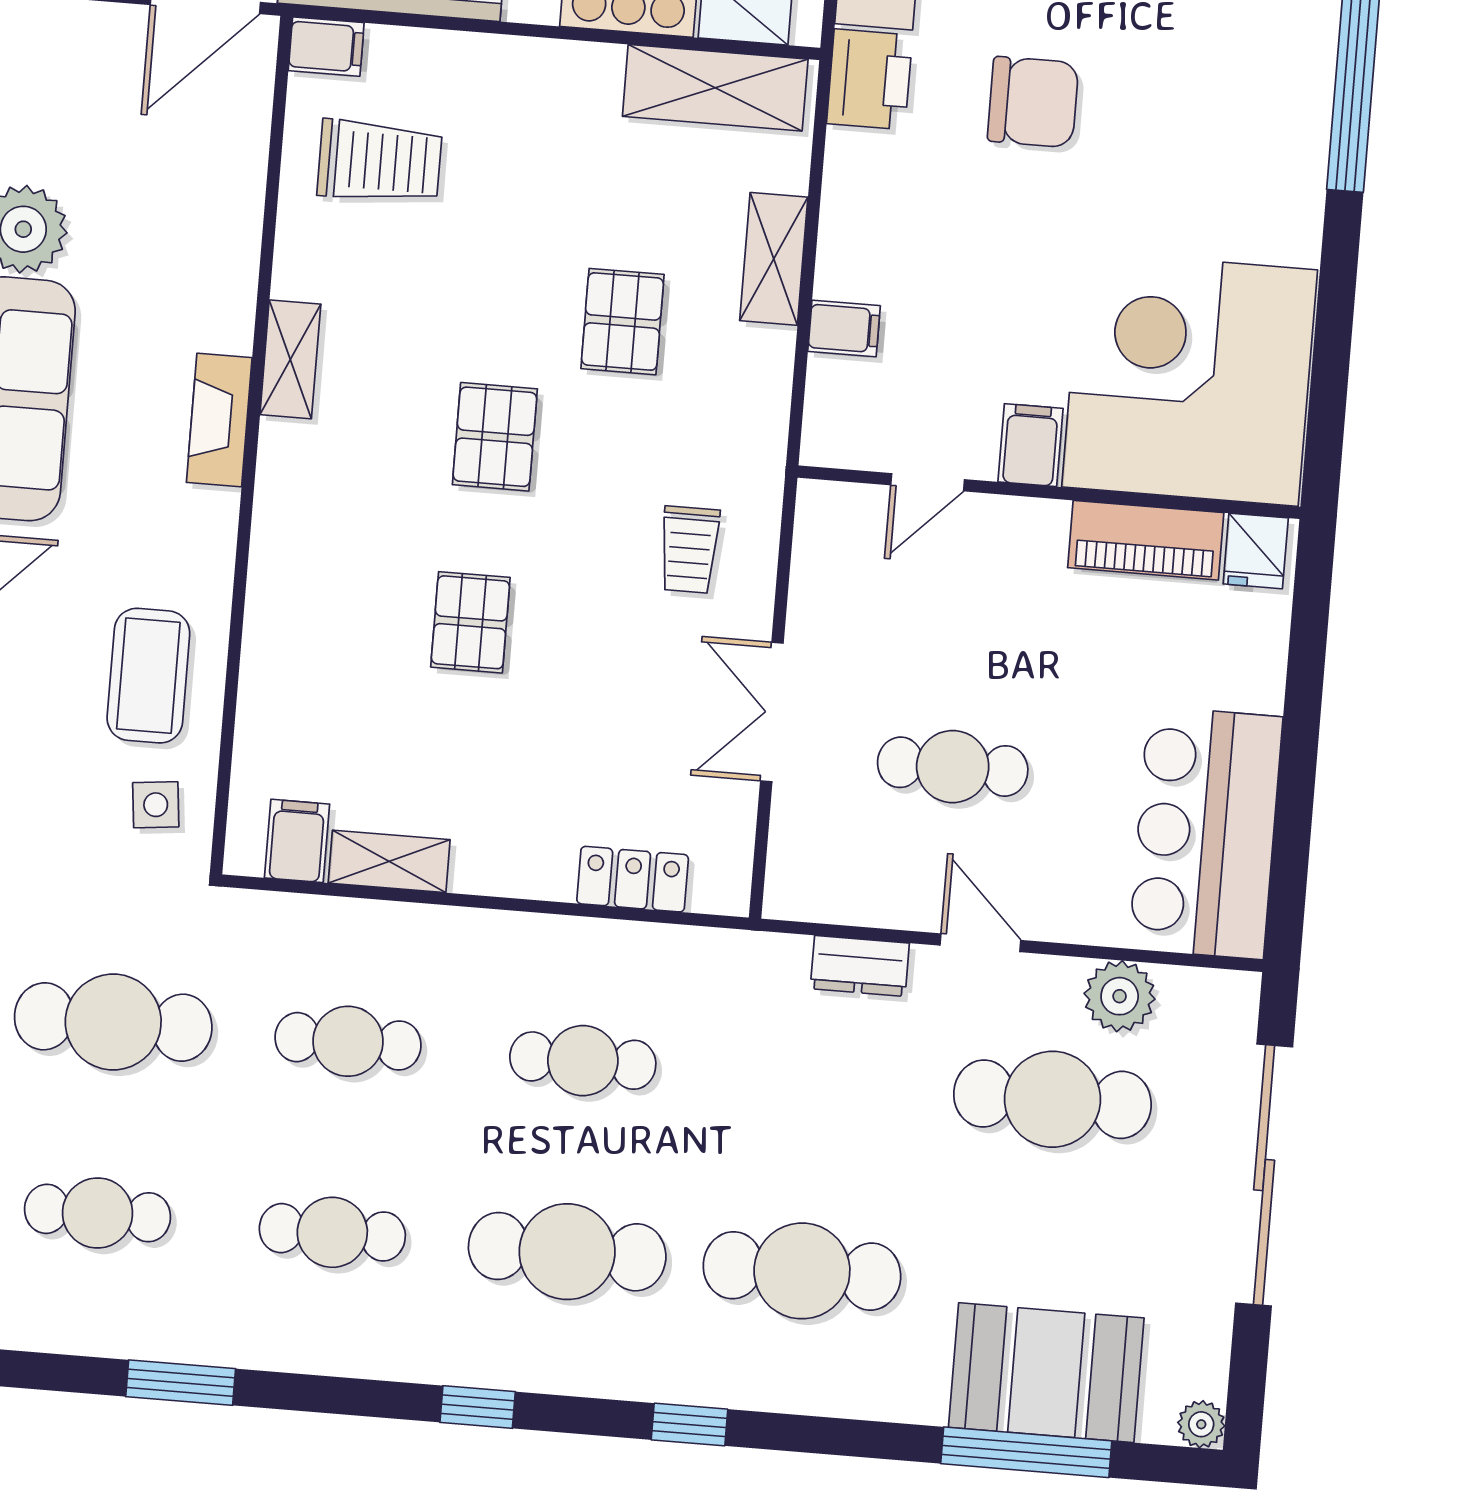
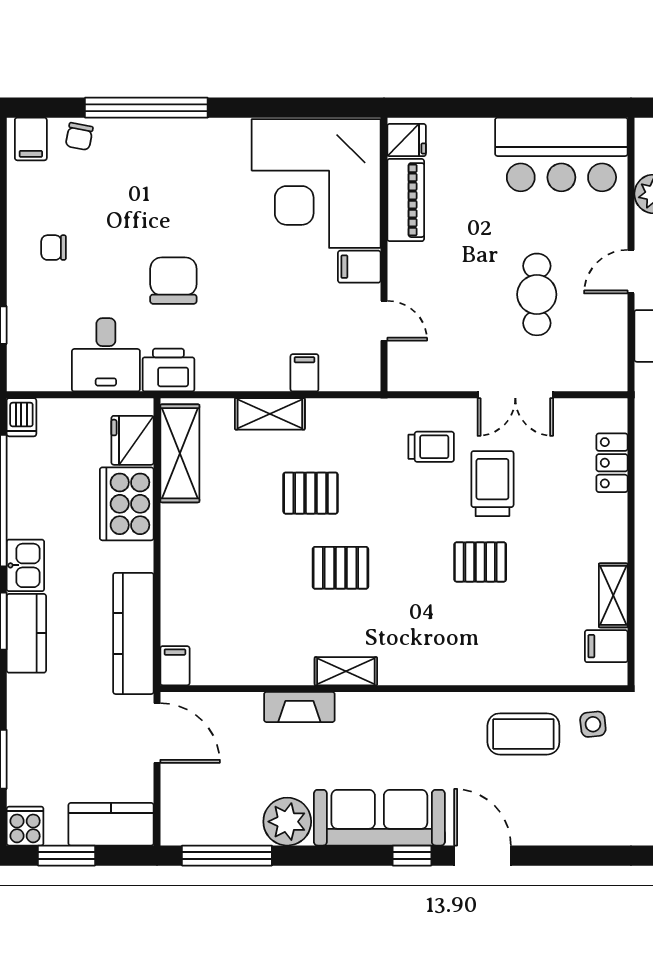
trolley: (380, 162) -> (492, 484), moved
fireplace: (219, 420) -> (299, 707), moved
pallet: (495, 437) -> (340, 568), moved

